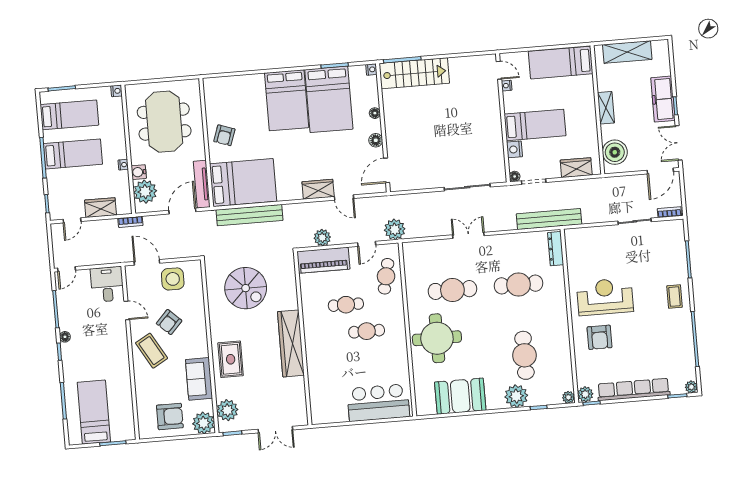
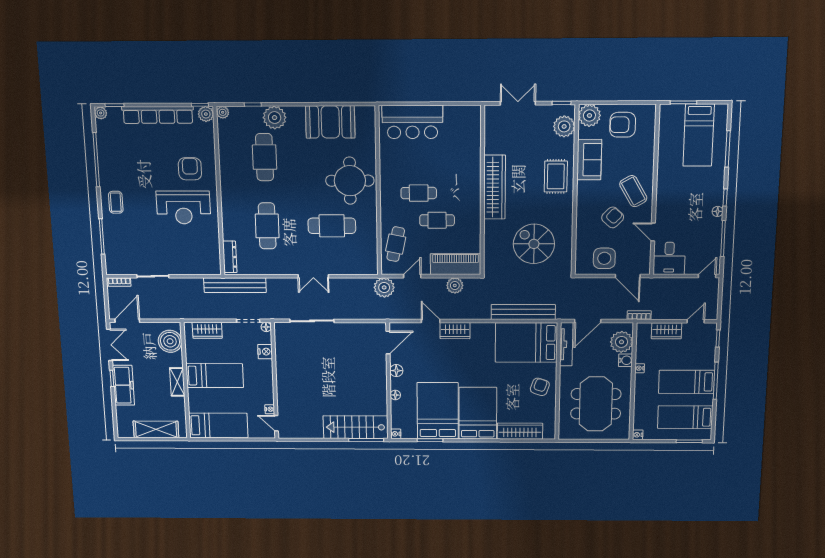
wardrobe: (240, 84) -> (520, 431), added
bed: (535, 125) -> (215, 376), moved, turned 180
cafe table: (519, 285) -> (267, 226), turned 90

